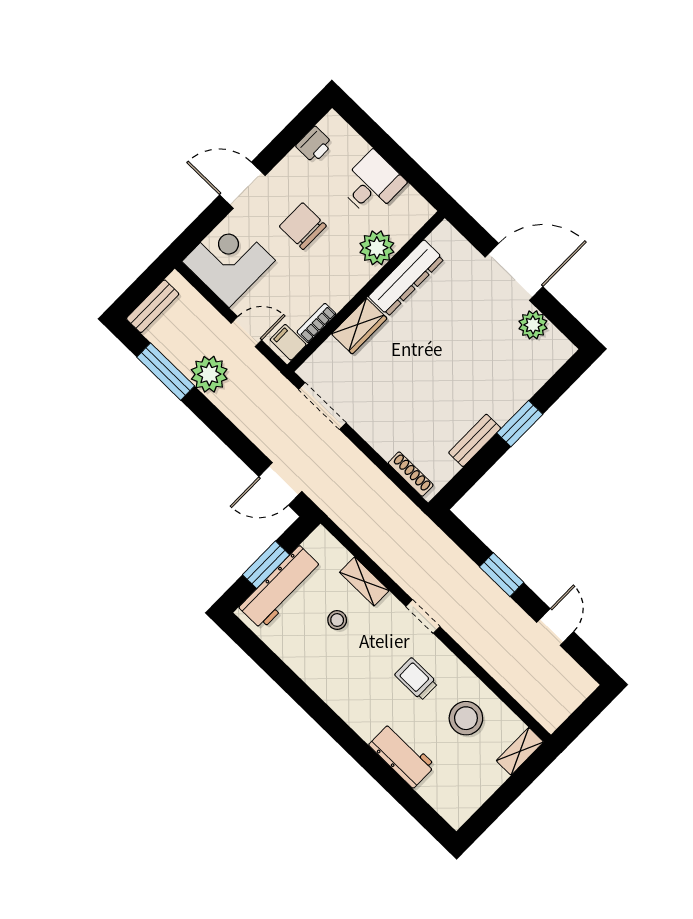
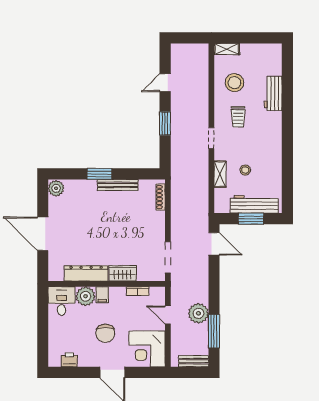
desk: (372, 184) -> (62, 301), moved, turned 90
plant: (533, 325) -> (56, 188), moved
filing cabinet: (288, 342) -> (102, 295), moved
bench: (475, 440) -> (118, 185), width x1.36

